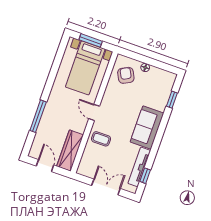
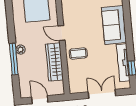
plant: (49, 110) -> (20, 50), added
wardrobe: (70, 151) -> (54, 62), moved

